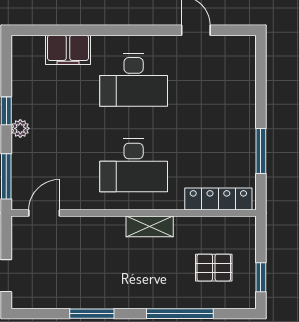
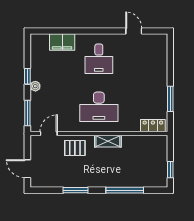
desk: (134, 80) -> (99, 59), width x0.73
locker: (218, 199) -> (153, 126), width x0.66
pallet: (214, 268) -> (75, 148), moved

